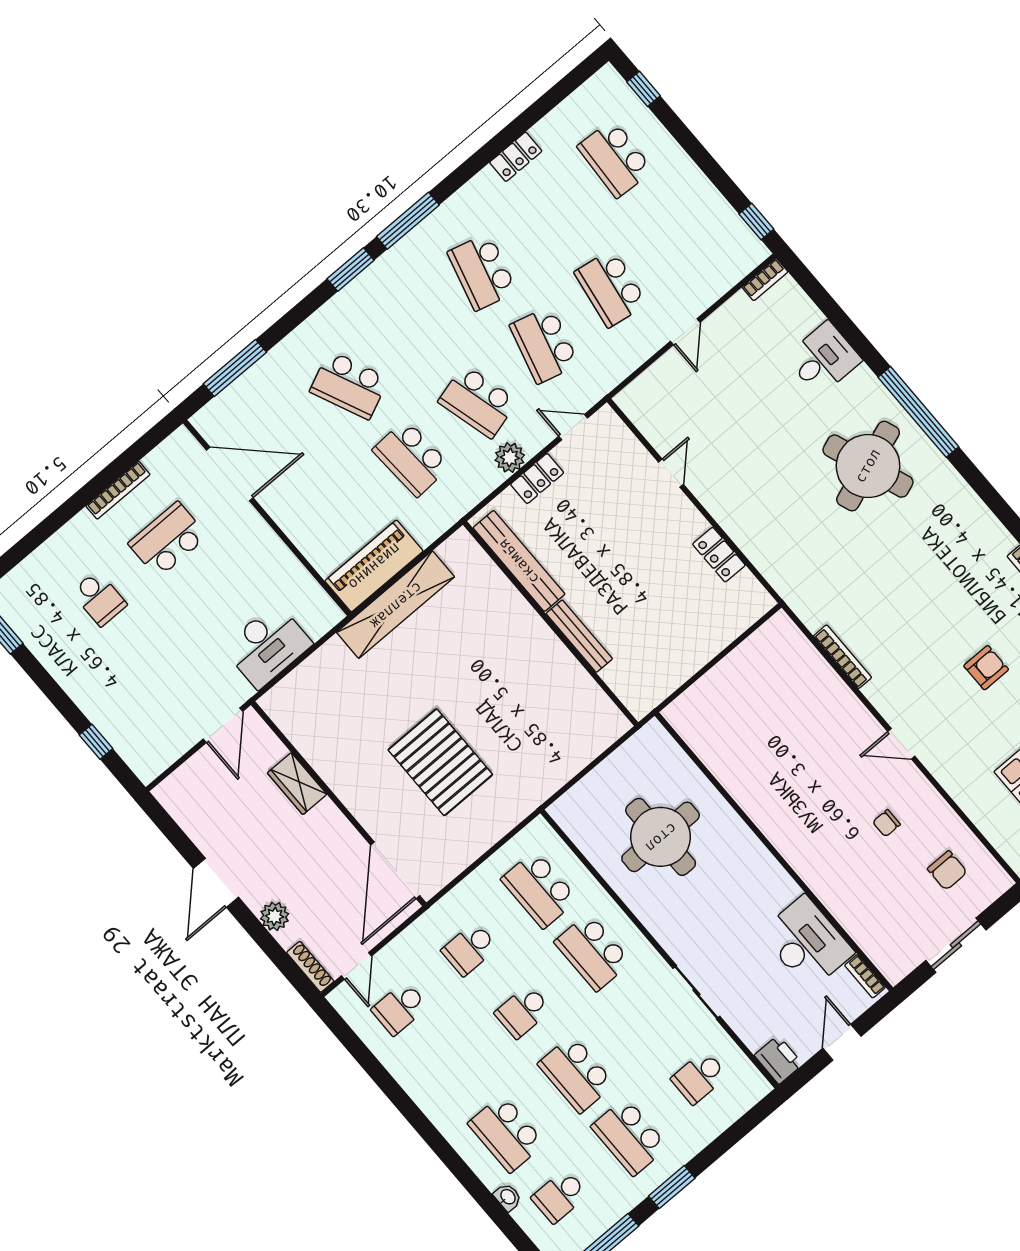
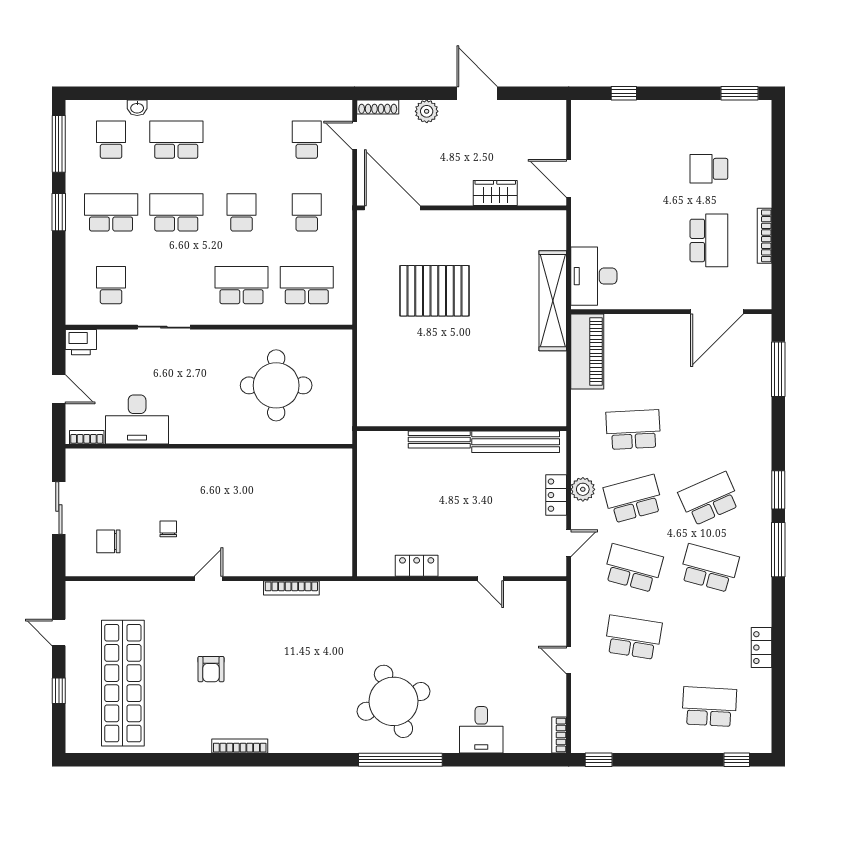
school desk: (349, 385) -> (709, 499), moved
shelving: (396, 605) -> (553, 301), moved
desk: (267, 646) -> (594, 276), moved

